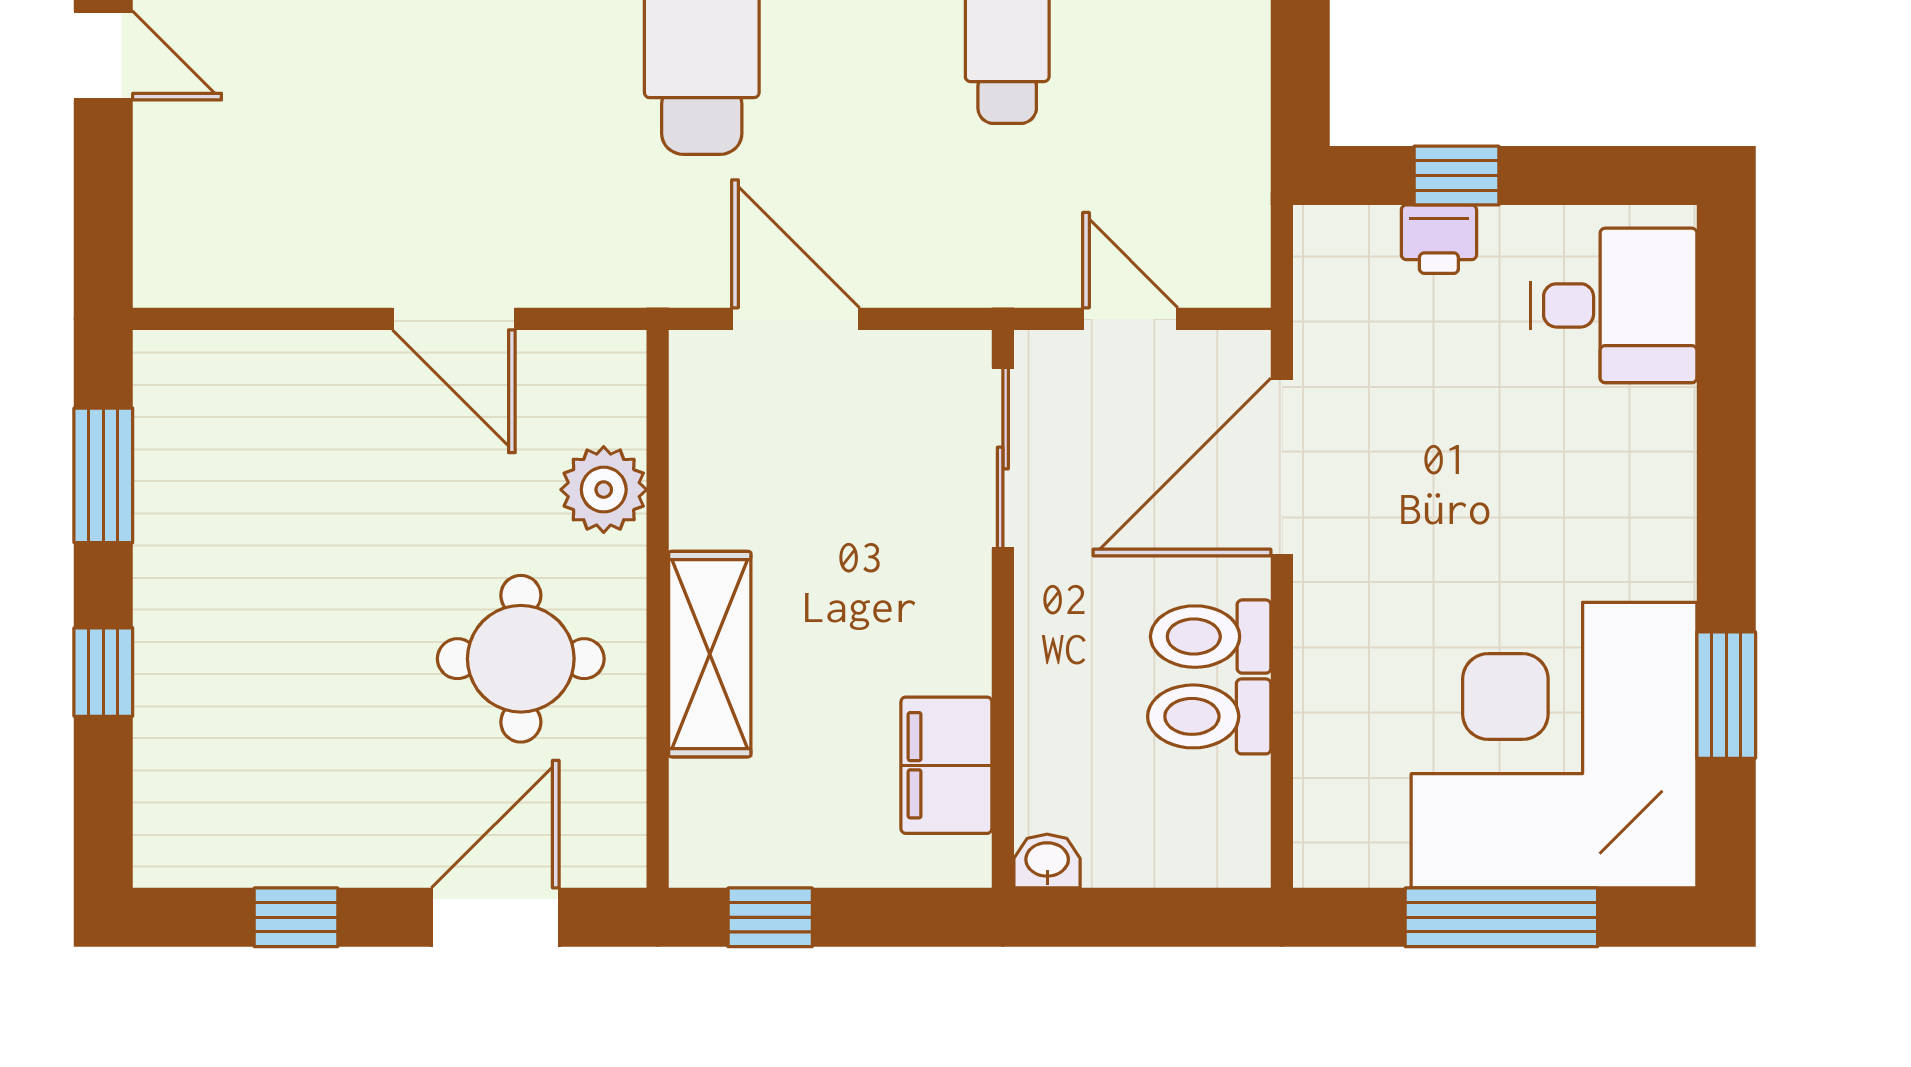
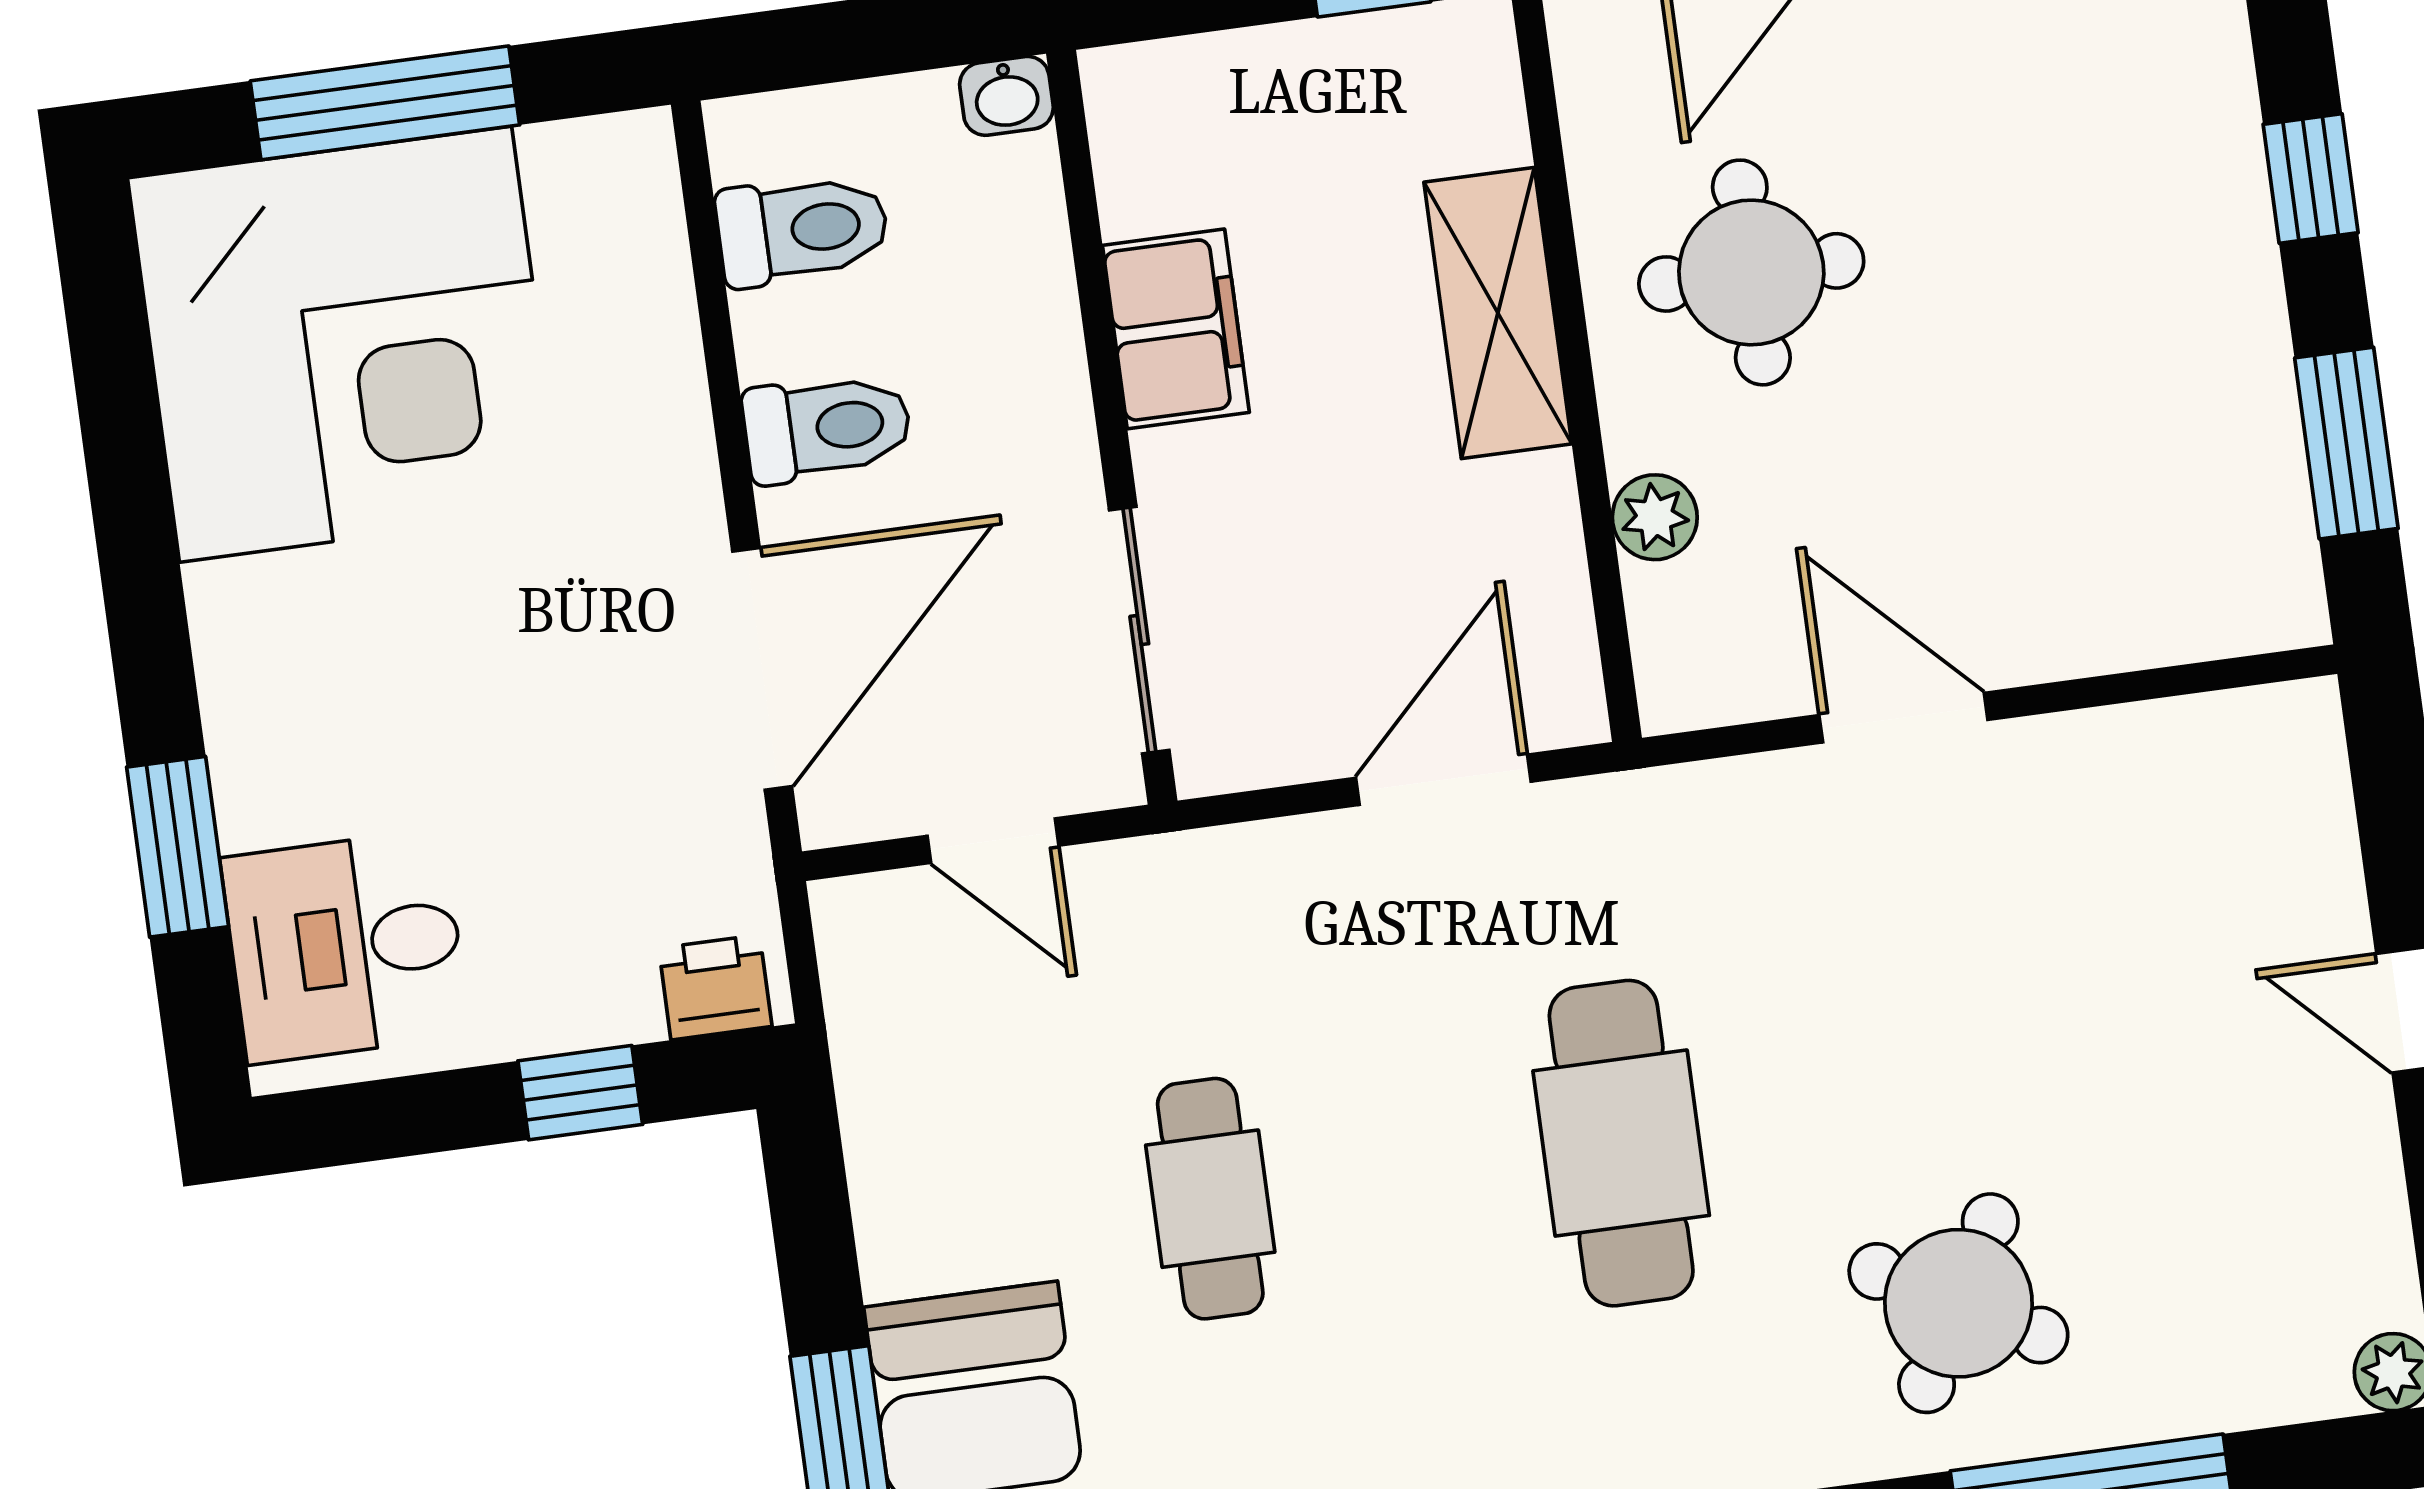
printer: (1439, 239) -> (715, 987), moved
door: (796, 319) -> (1443, 780), swing flipped
plant: (604, 490) -> (1655, 517), width x0.73, depth x0.73
window: (1726, 695) -> (178, 847), moved
toilet: (1209, 716) -> (802, 230), moved
filing cabinet: (946, 765) -> (1176, 329), moved

